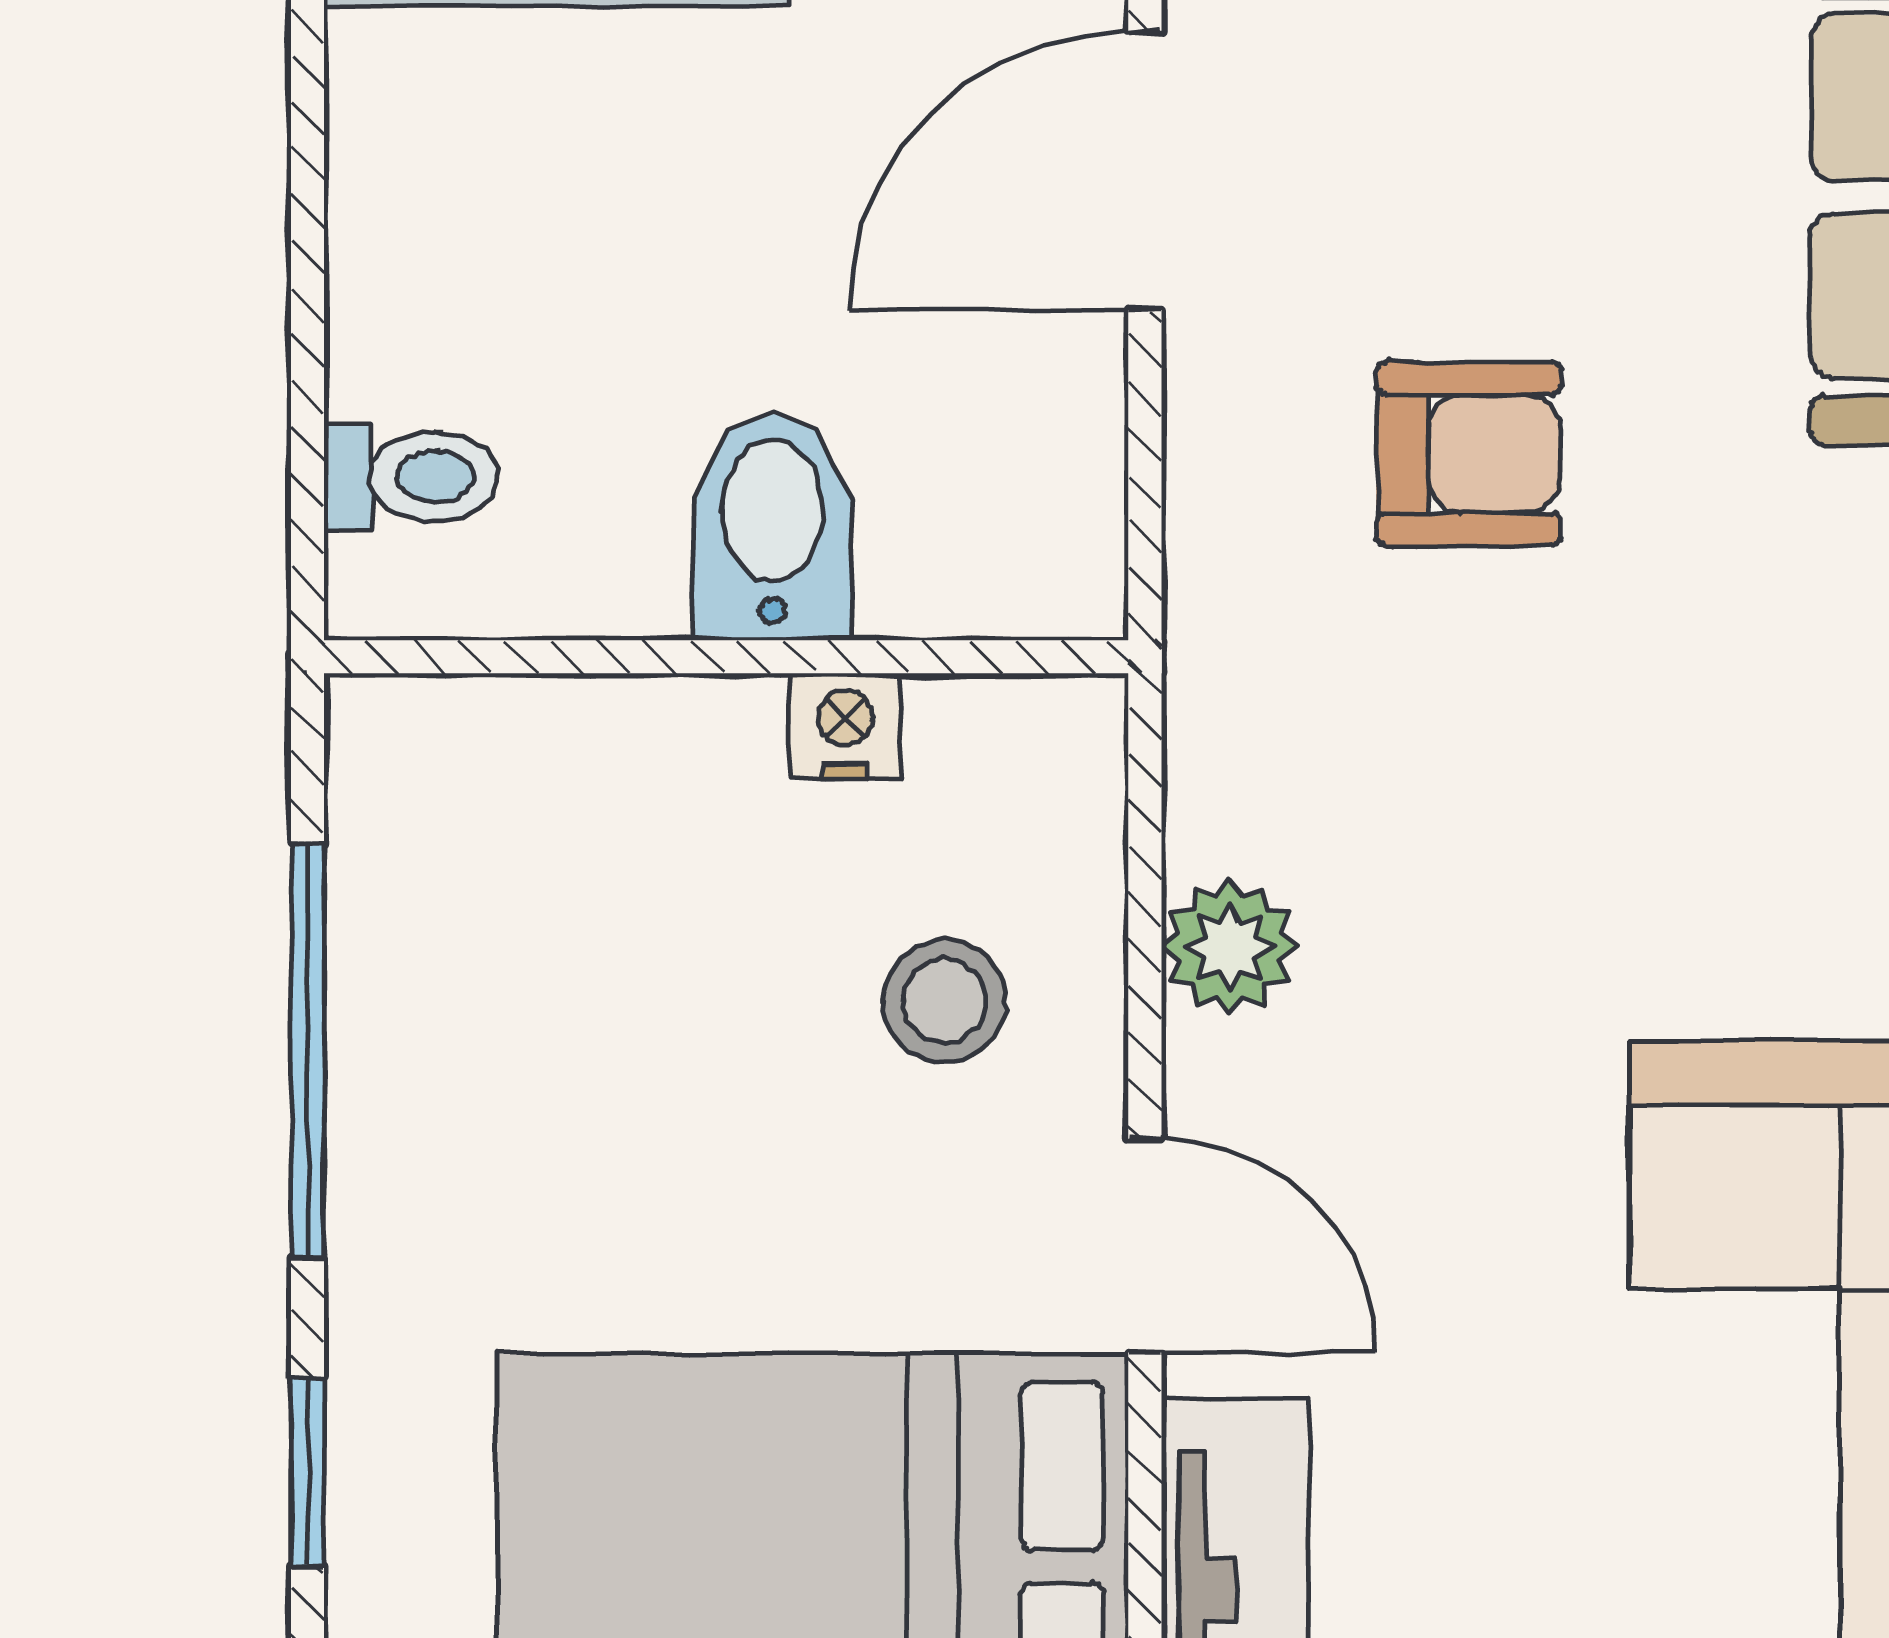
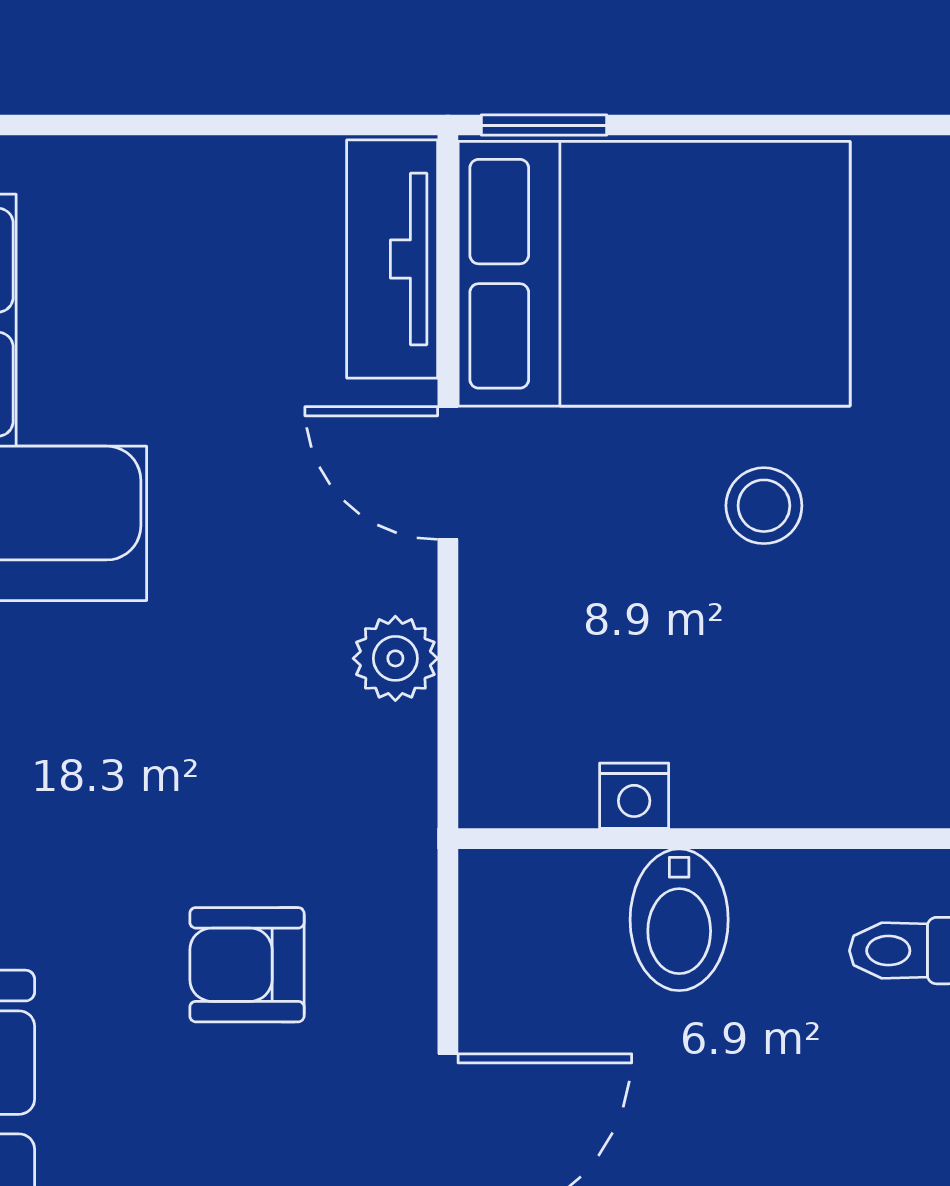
stool: (944, 1001) -> (764, 506), moved

